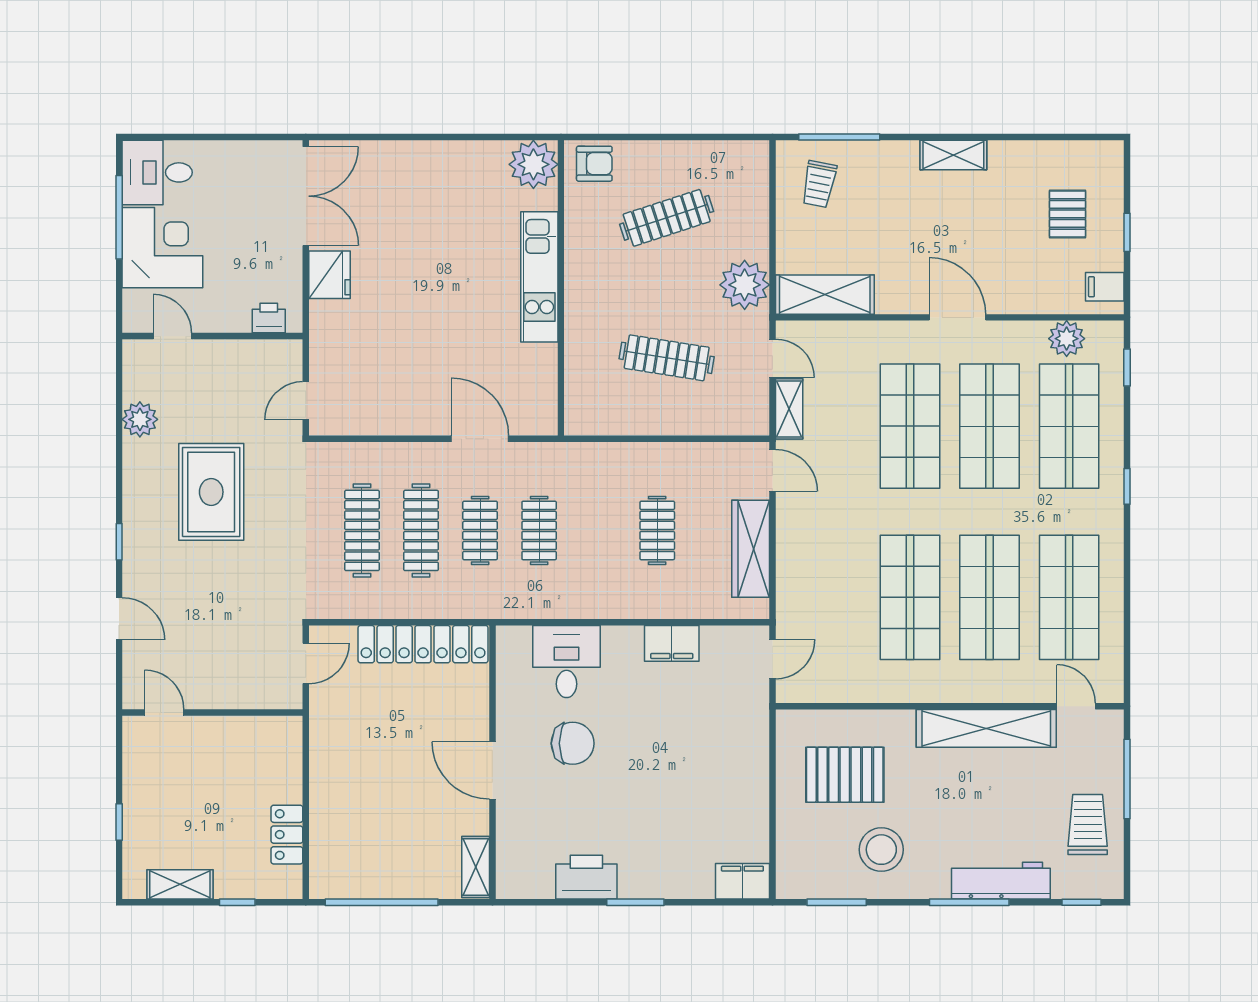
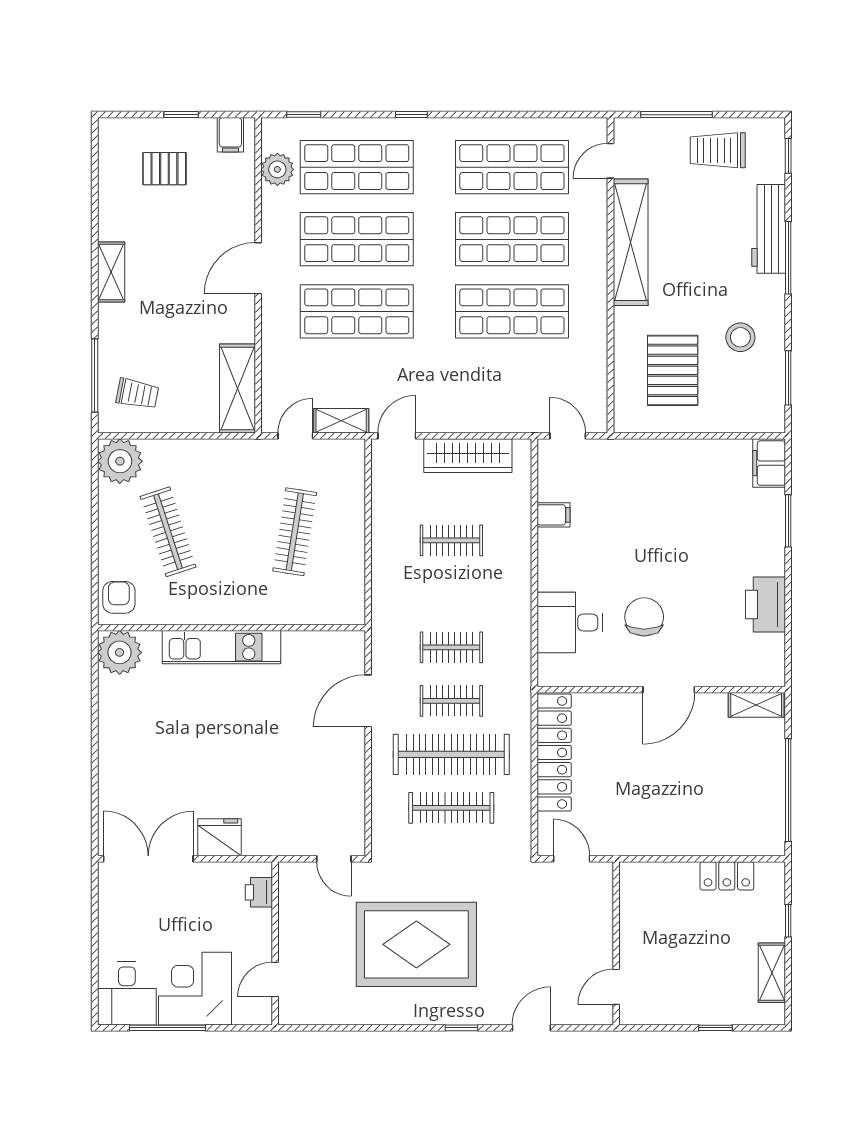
plant: (745, 285) -> (120, 461), moved
plant: (140, 419) -> (351, 1009), removed
rug: (211, 492) -> (416, 944), width x1.37, depth x1.44
clothes rail: (421, 530) -> (451, 754), width x1.37, depth x1.31
filing cabinet: (672, 643) -> (554, 515), width x0.50
stool: (881, 850) -> (740, 337), width x0.73, depth x0.73
window: (635, 902) -> (788, 521), moved

